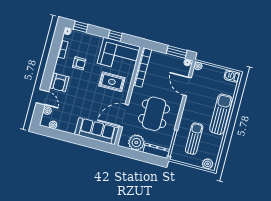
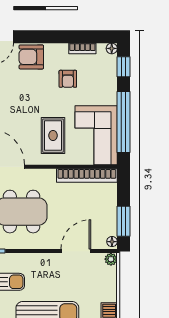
window: (115, 36) -> (124, 122), width x3.17

